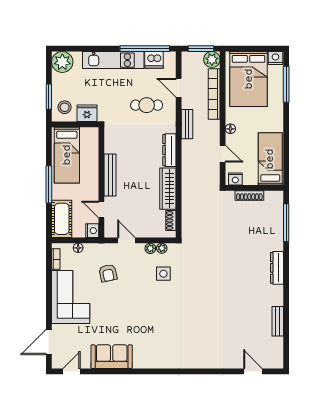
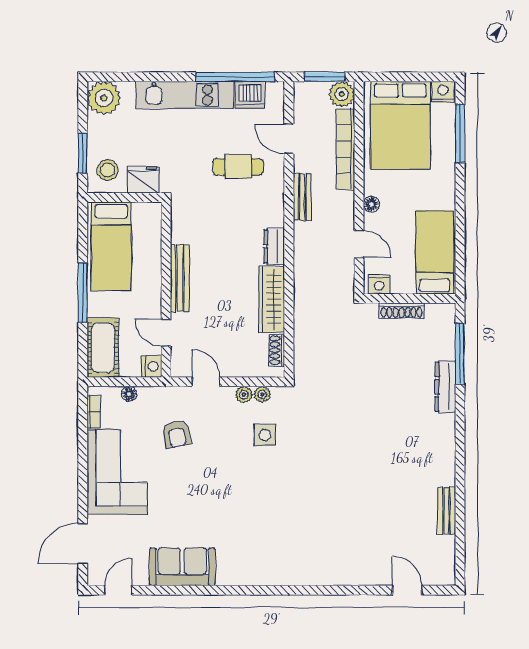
dresser: (169, 150) -> (274, 246), width x0.70
dresser: (277, 268) -> (445, 387), moved

